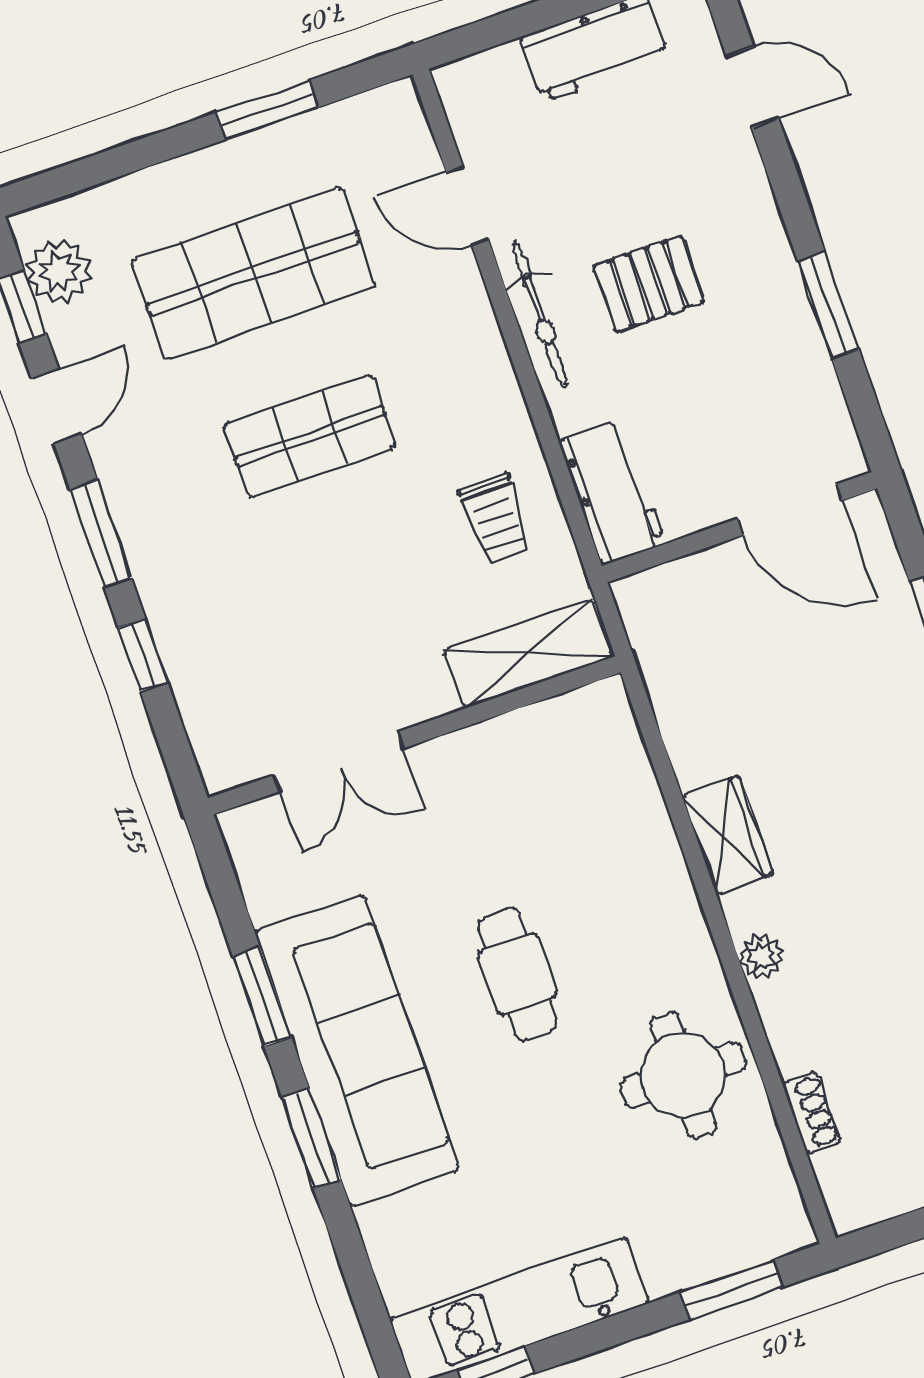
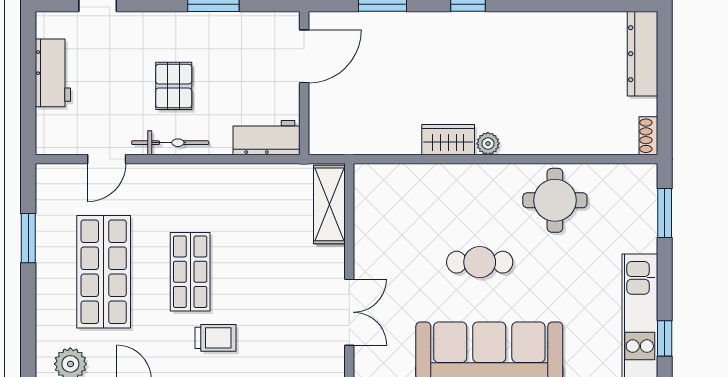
trolley: (496, 519) -> (215, 338), moved
plant: (762, 957) -> (488, 144), moved
shoe rack: (812, 1113) -> (648, 136), moved, turned -90

